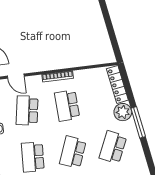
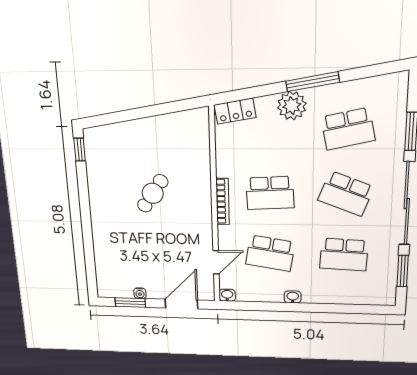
cafe table: (57, 31) -> (153, 193), added
locker: (117, 84) -> (235, 111), width x0.66
school desk: (113, 147) -> (348, 129), turned -36

